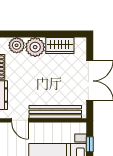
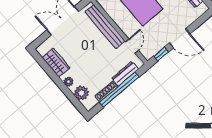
plant: (35, 47) -> (69, 82), width x0.53, depth x0.53

